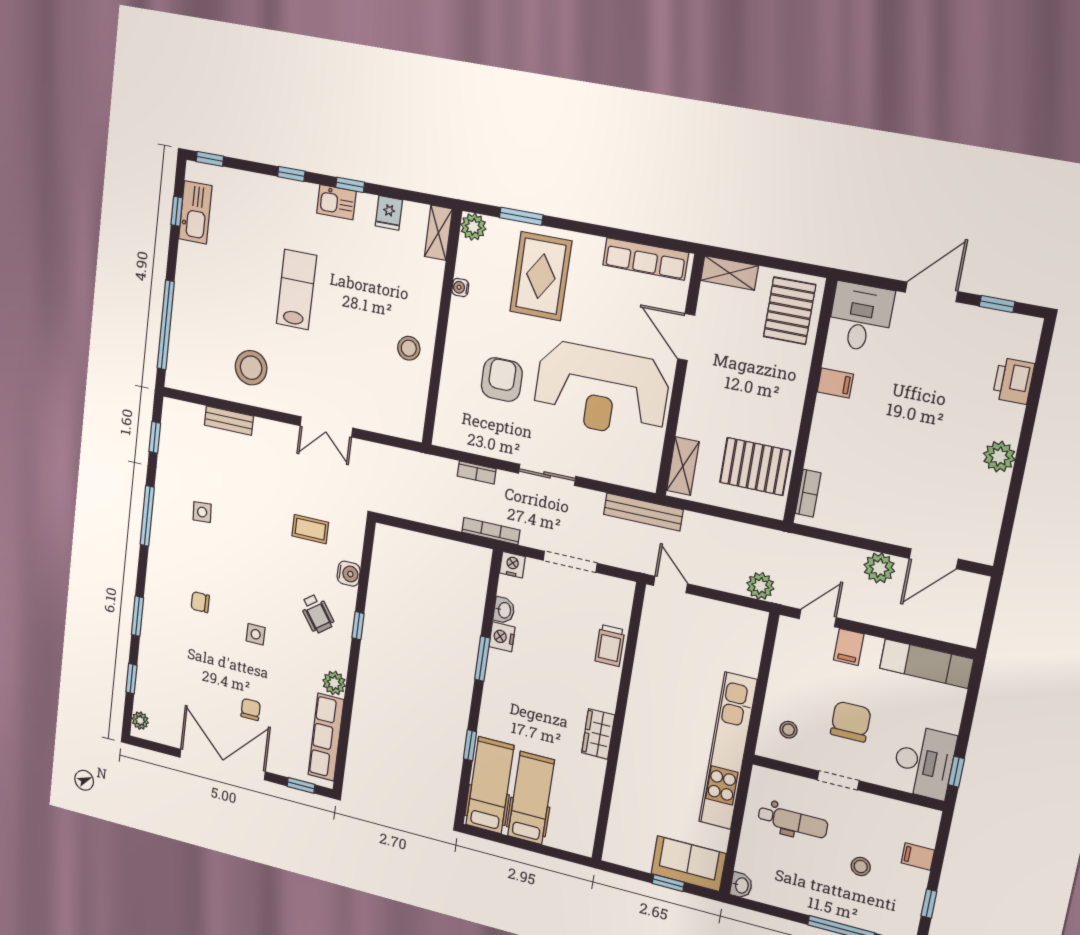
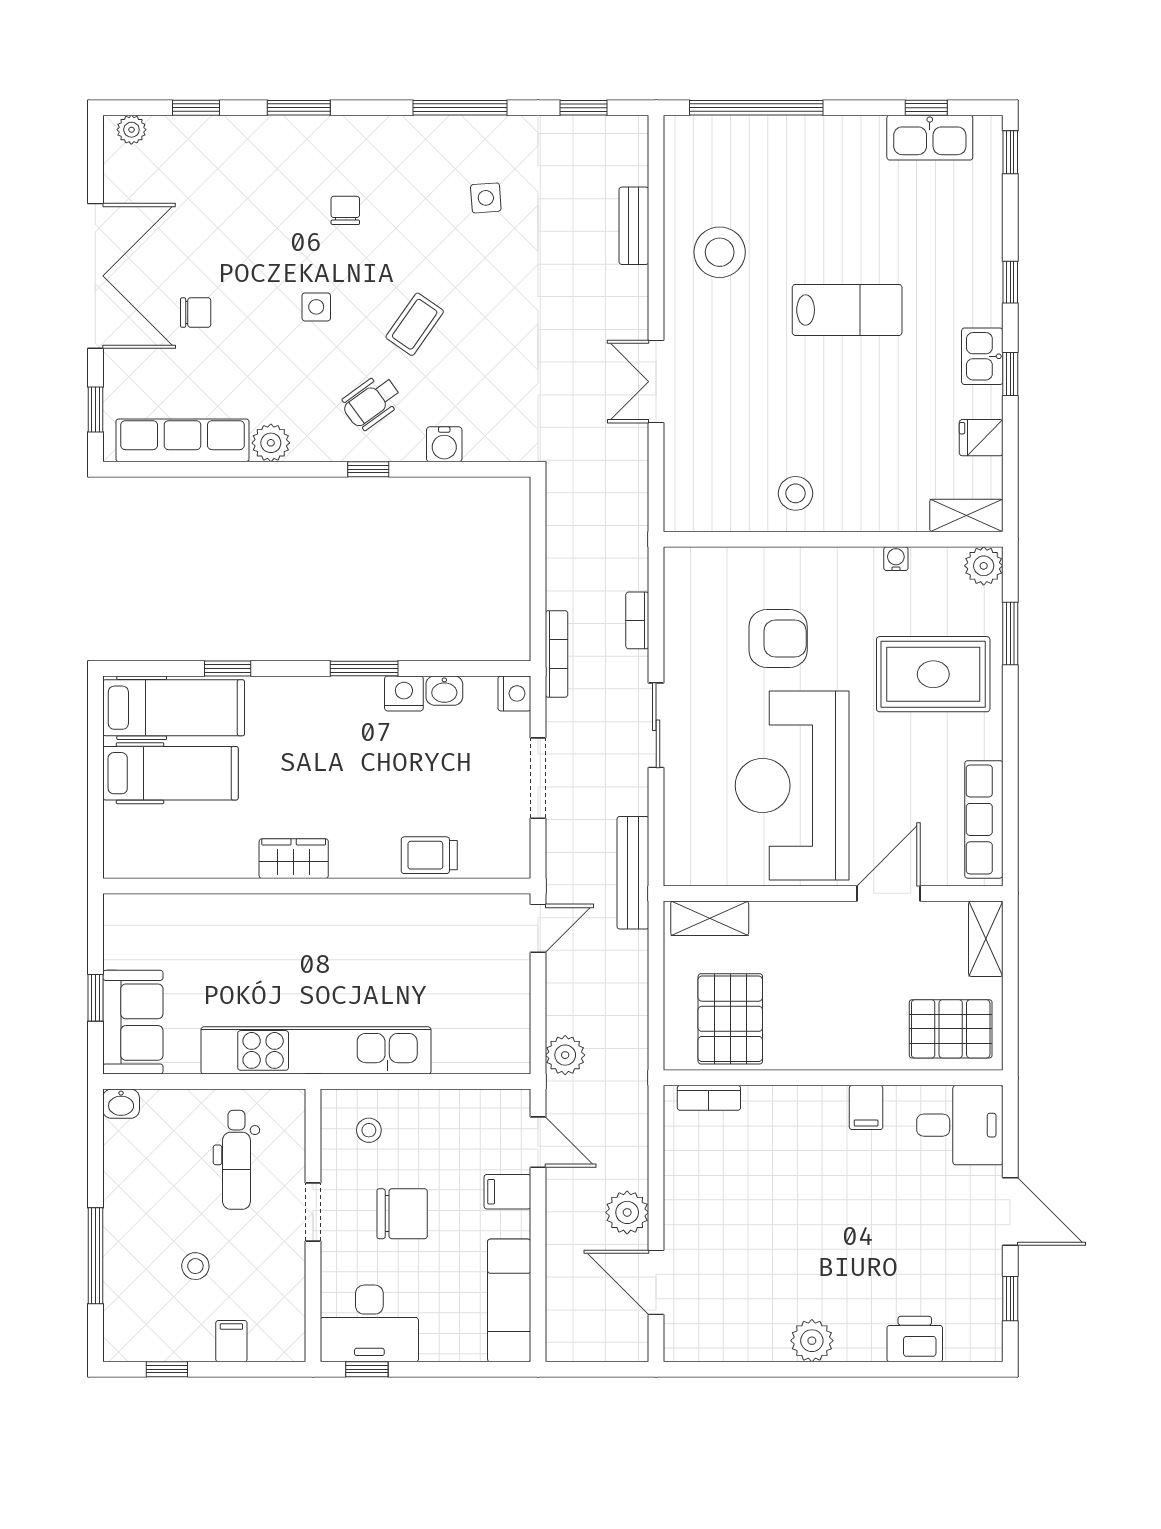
coffee table: (310, 529) -> (415, 324), moved, turned 35

